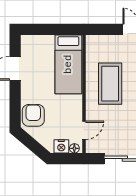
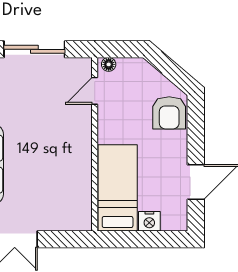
coffee table: (110, 84) -> (56, 160), removed
nightstand: (61, 146) -> (149, 221), moved, turned 180

